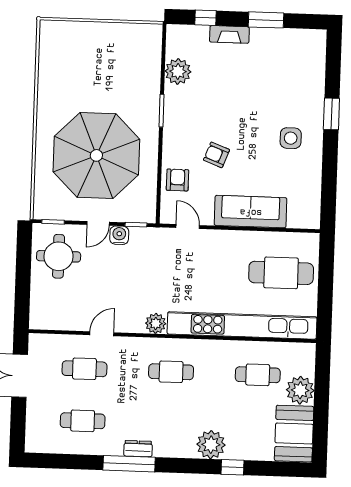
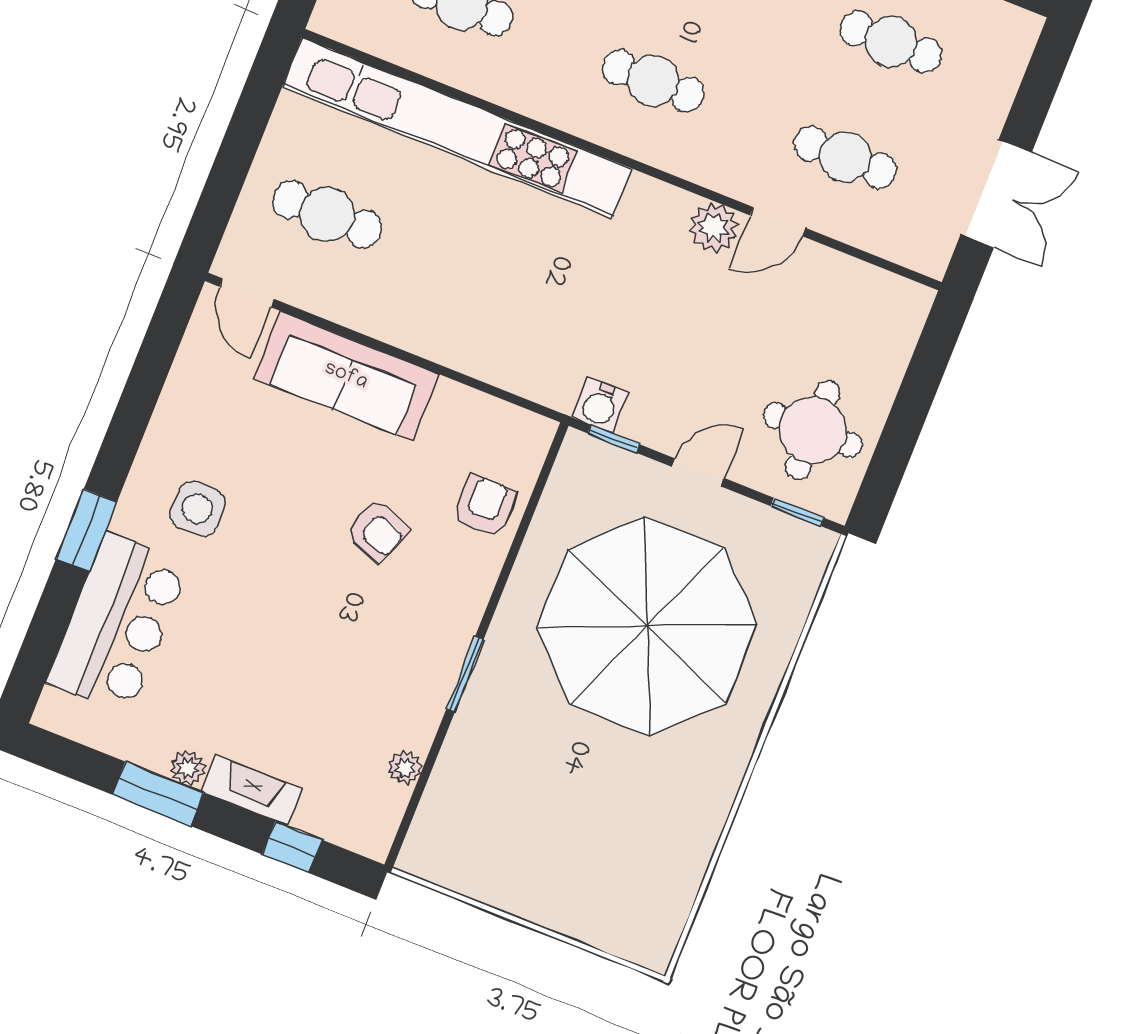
plant: (258, 34) -> (188, 768), added
plant: (178, 71) -> (405, 768), width x0.53, depth x0.53
bar counter: (306, 82) -> (118, 623), added
armchair: (177, 180) -> (485, 506), turned 180
door: (188, 226) -> (247, 293), moved
water cooler: (119, 235) -> (600, 405), moved
cafe table: (281, 273) -> (327, 214), width x0.73, depth x0.74
plant: (156, 323) -> (714, 227), moved

